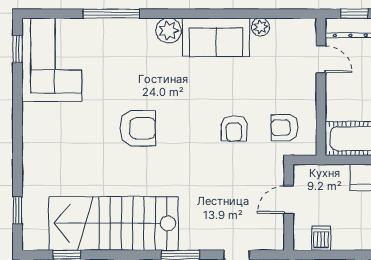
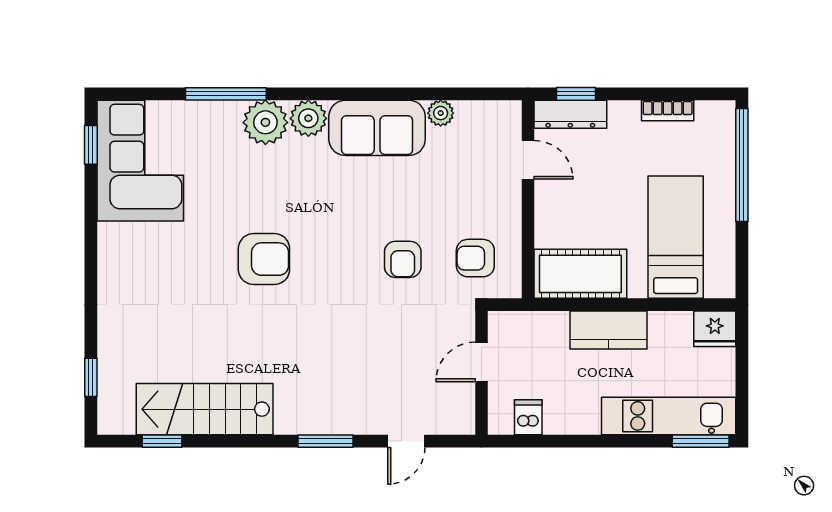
plant: (139, 33) -> (265, 122), added
stairs: (114, 223) -> (205, 409), width x0.73, depth x0.66

